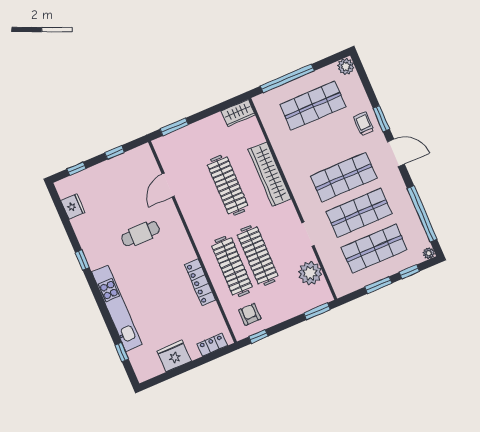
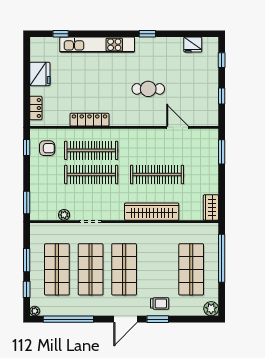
cafe table: (141, 234) -> (148, 89), turned 90
plant: (310, 273) -> (64, 215), width x0.53, depth x0.53

